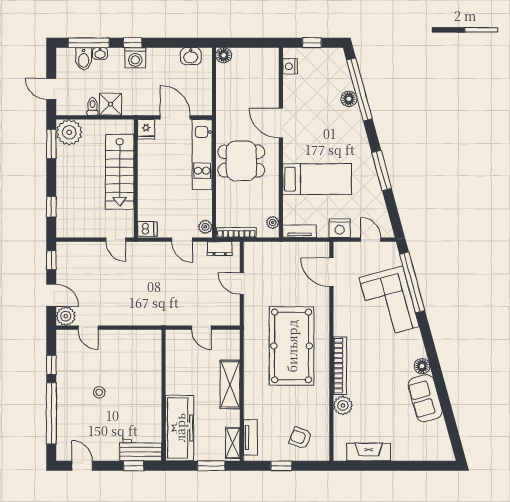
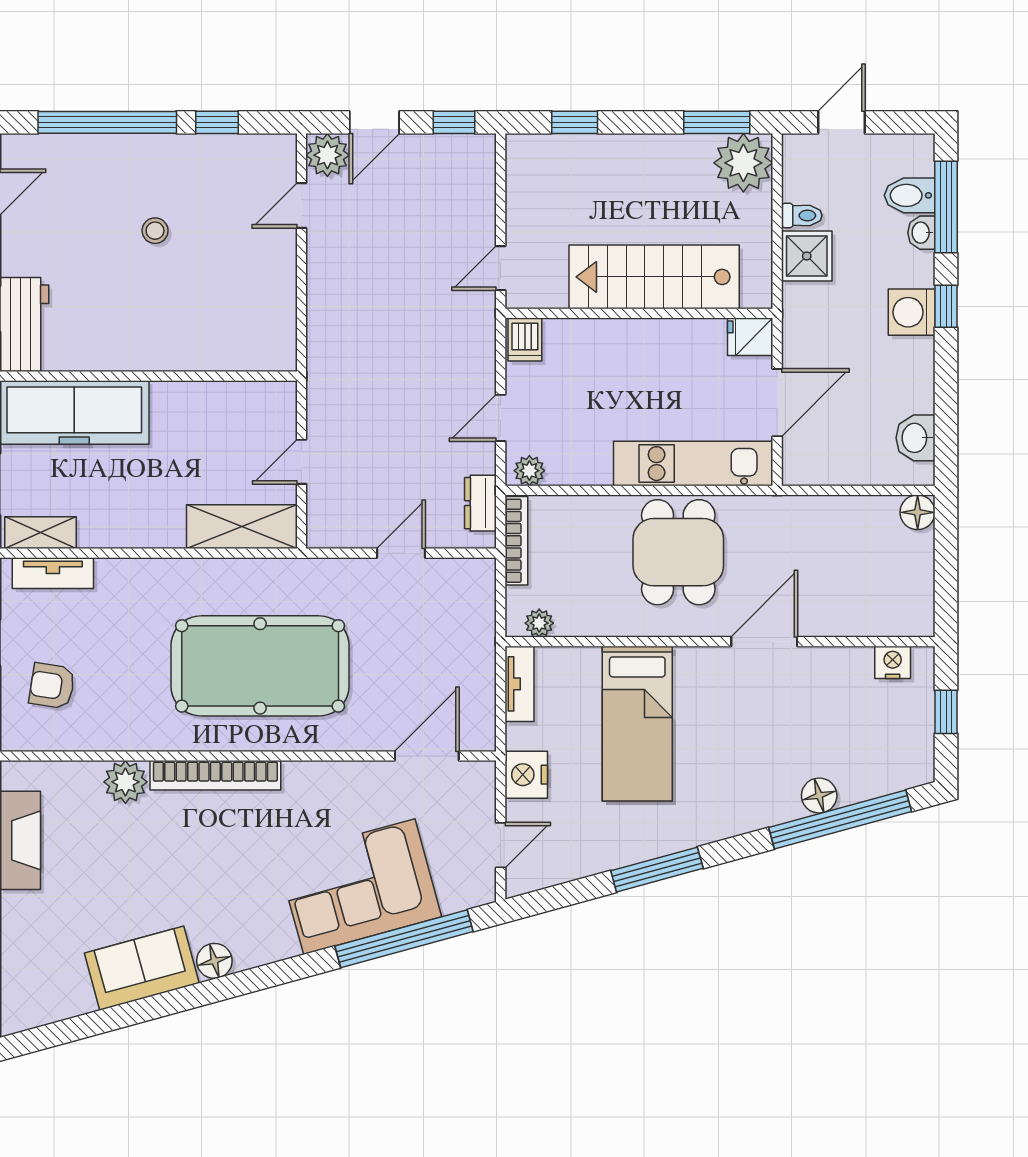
shelving: (230, 384) -> (242, 527), moved
armchair: (300, 438) -> (52, 686), turned -102

